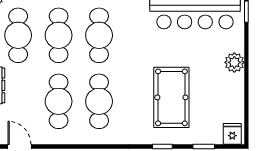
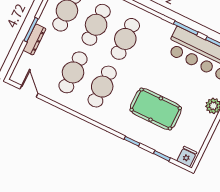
pool table: (171, 97) -> (156, 109), turned 90

